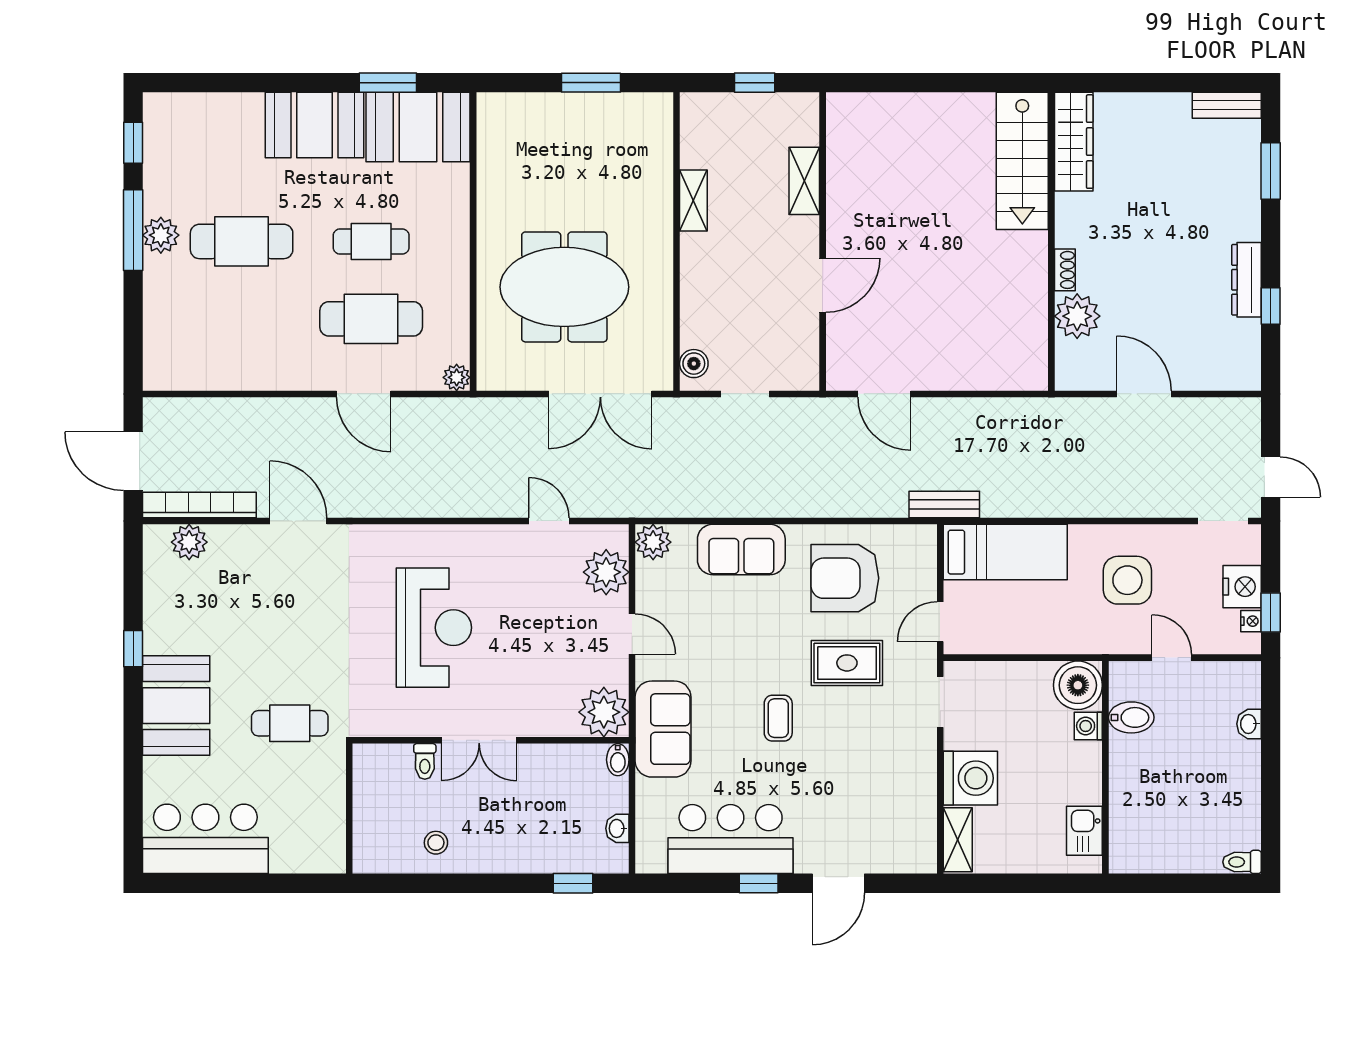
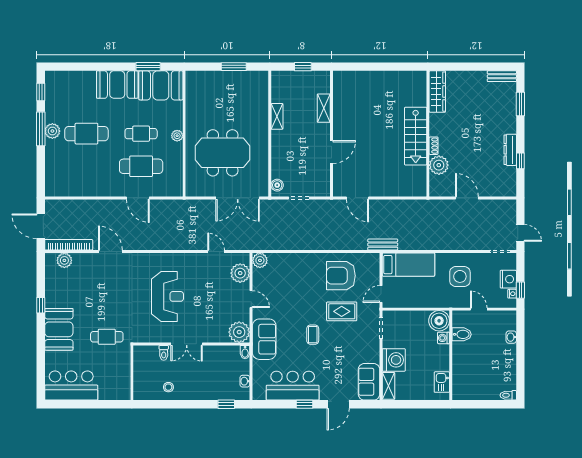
stairs: (1022, 161) -> (416, 136), moved
plant: (457, 377) -> (177, 136), moved
sofa: (741, 550) -> (369, 382), moved, turned 90

